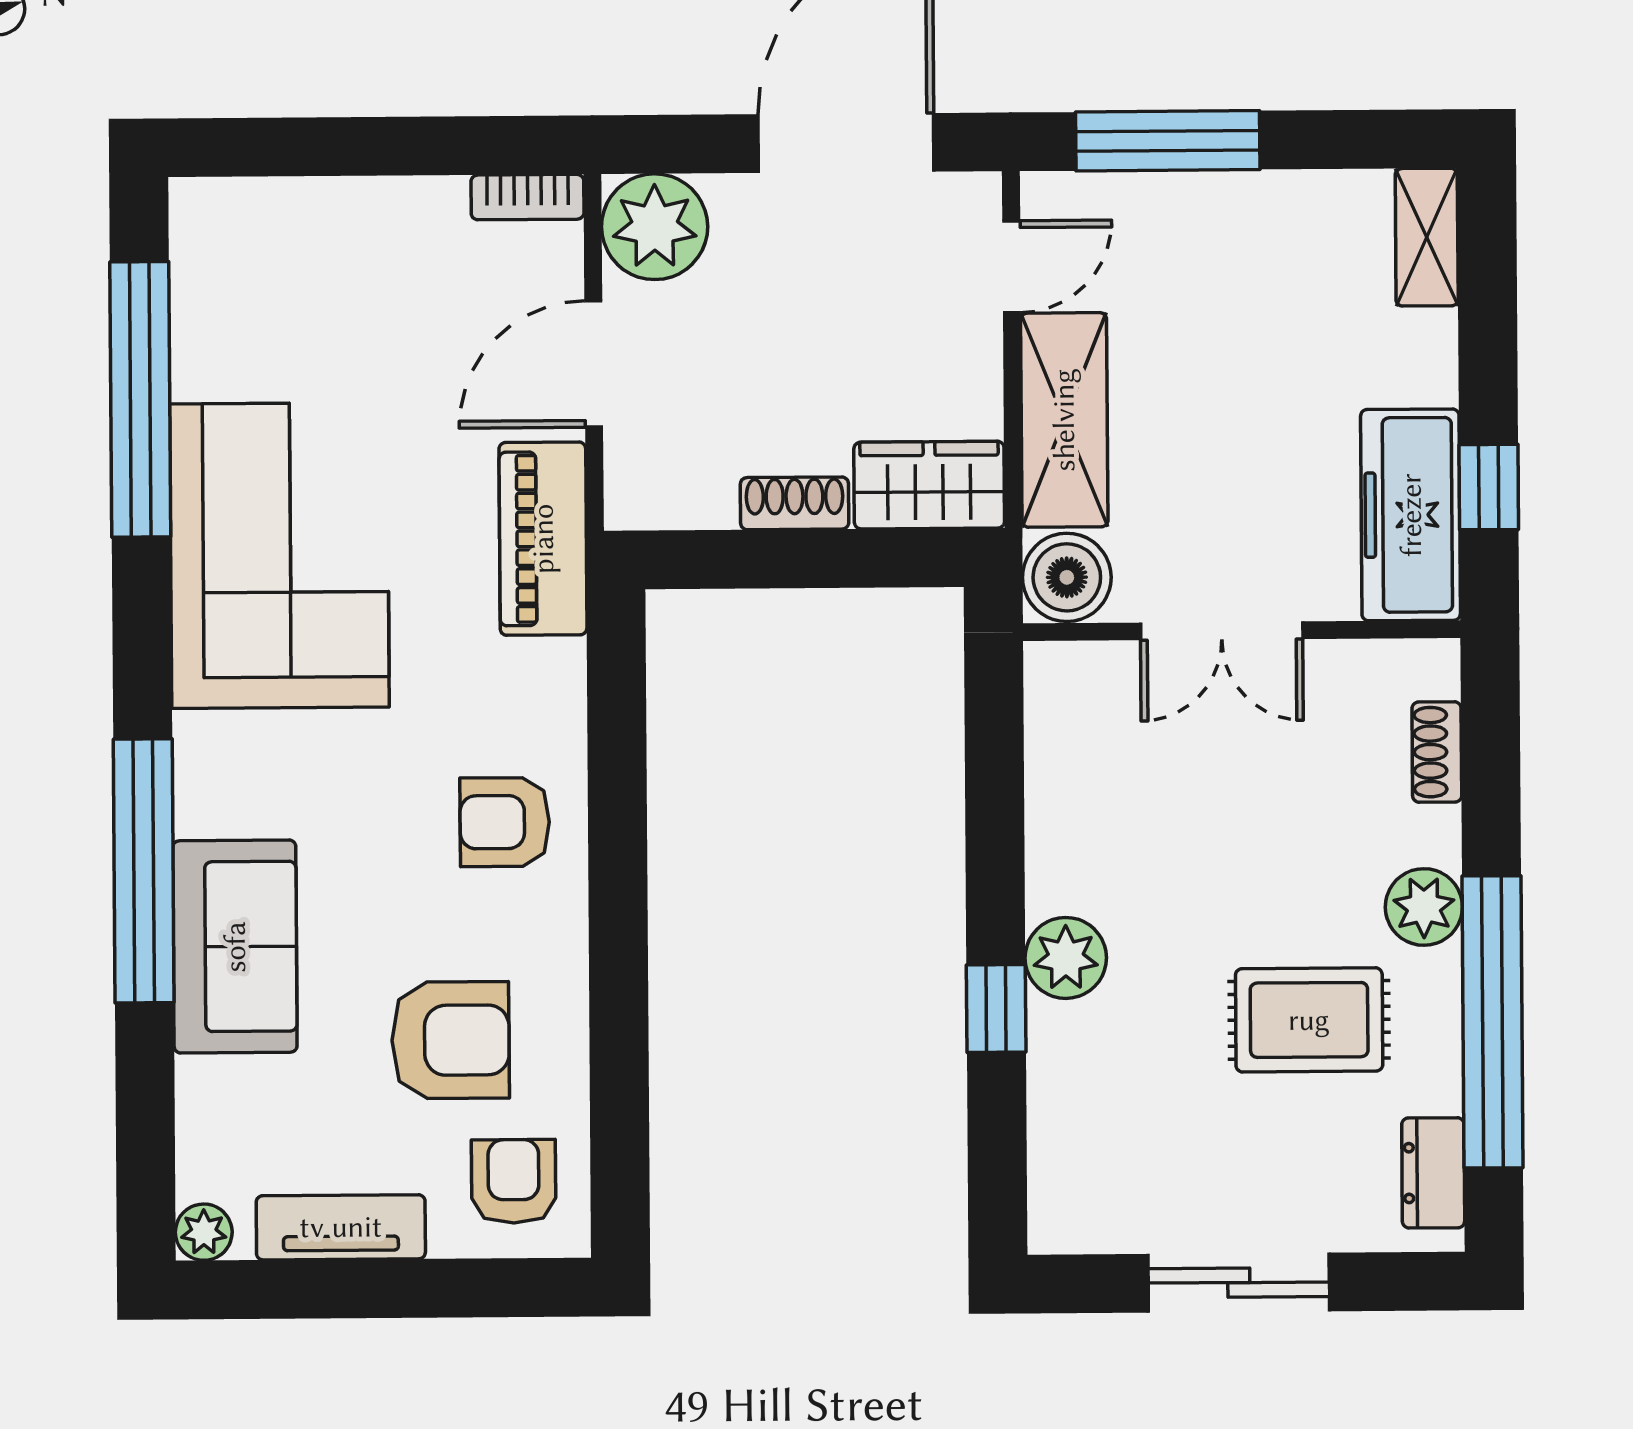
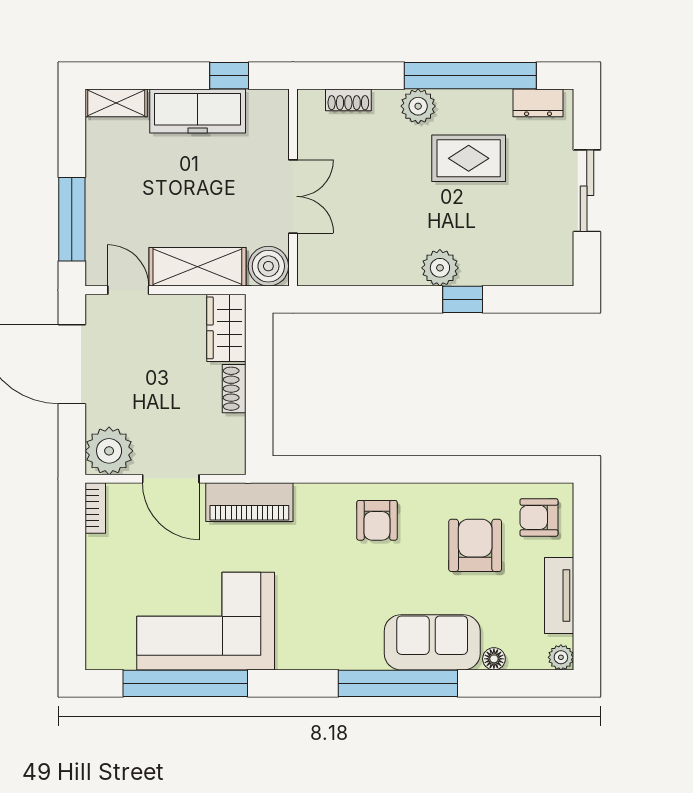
freezer: (1411, 515) -> (198, 111), moved
corner sofa: (279, 556) -> (206, 621), moved
rug: (1309, 1020) -> (469, 158), turned 90
floor lamp: (199, 1084) -> (494, 659), added

